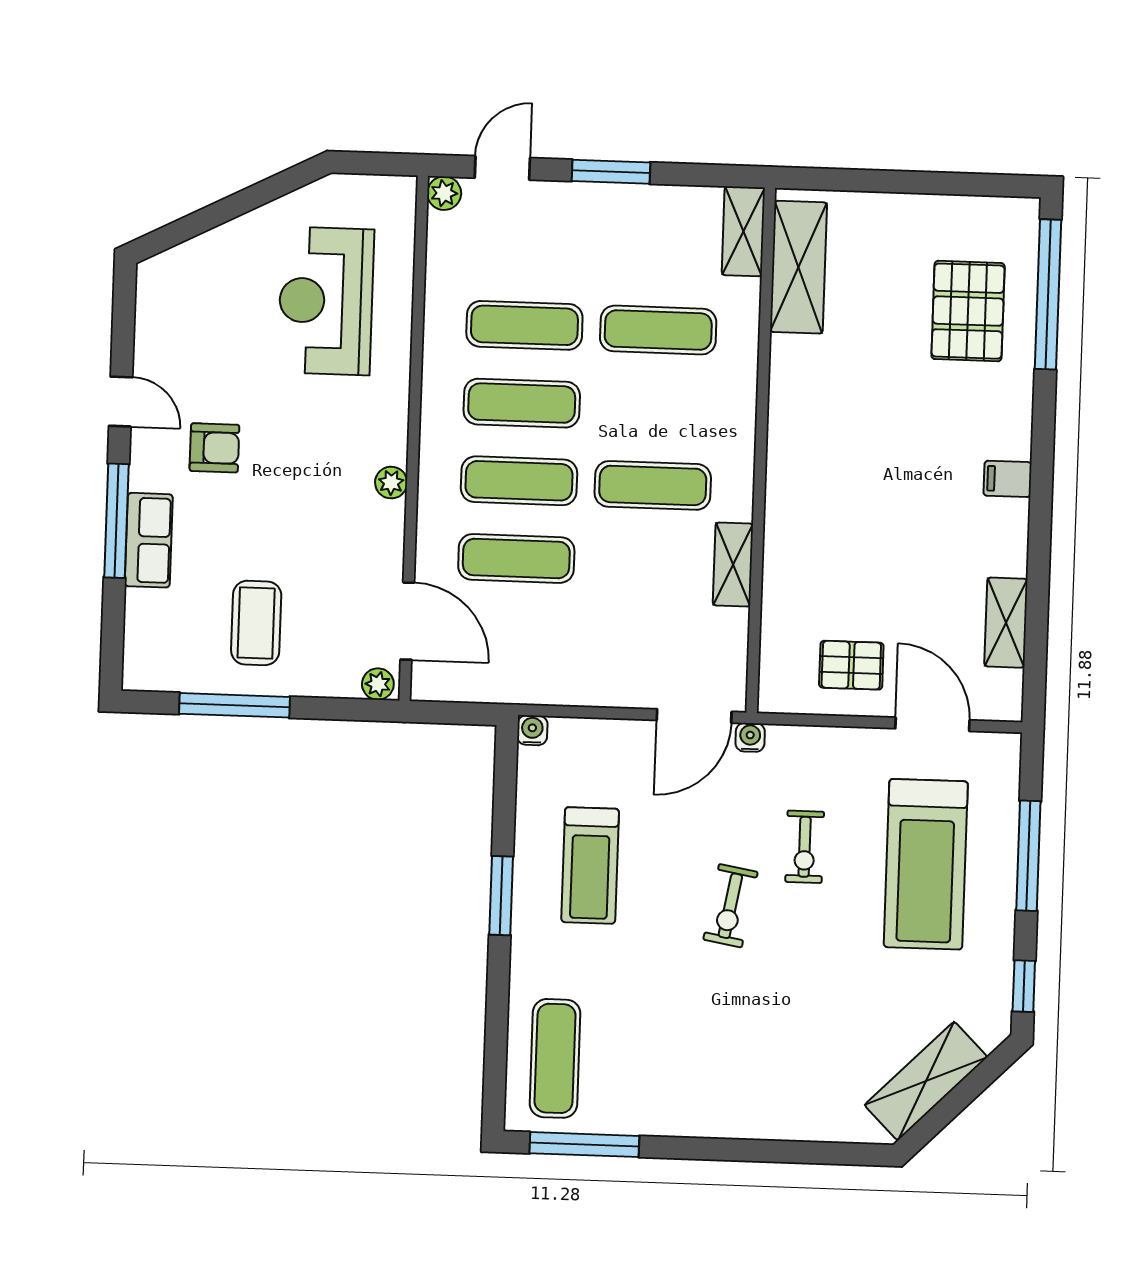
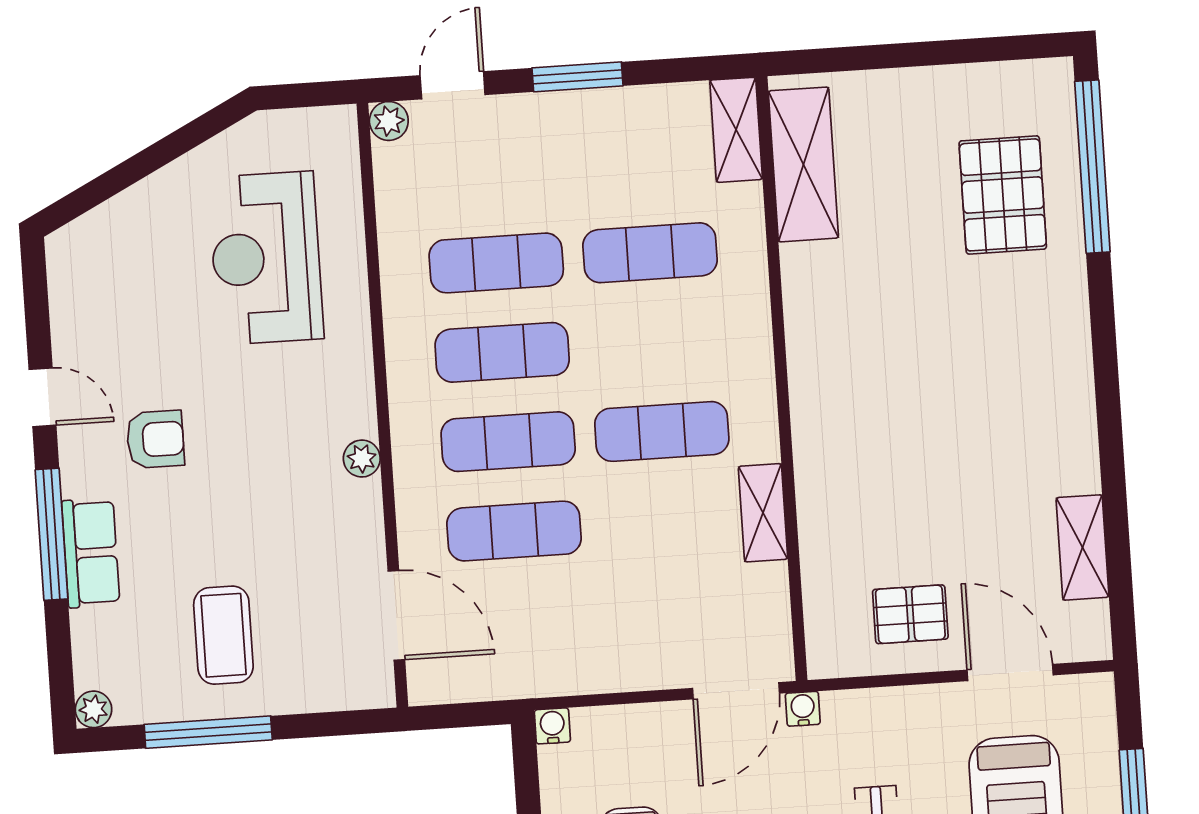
filing cabinet: (1008, 479) -> (1068, 383), removed
plant: (378, 684) -> (93, 709), moved

